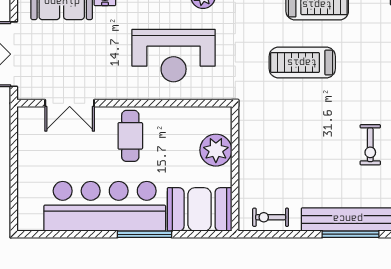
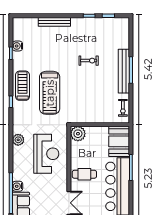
treadmill: (302, 63) -> (50, 93), width x1.37, depth x1.37
plant: (216, 150) -> (78, 134), moved

